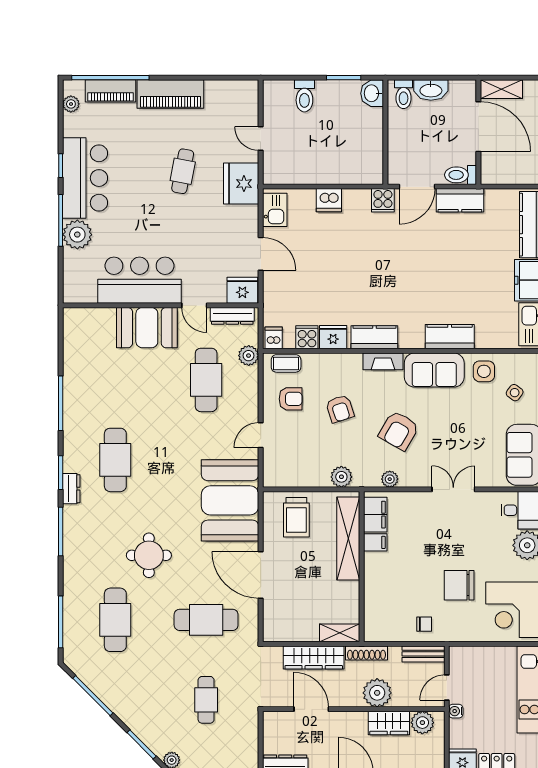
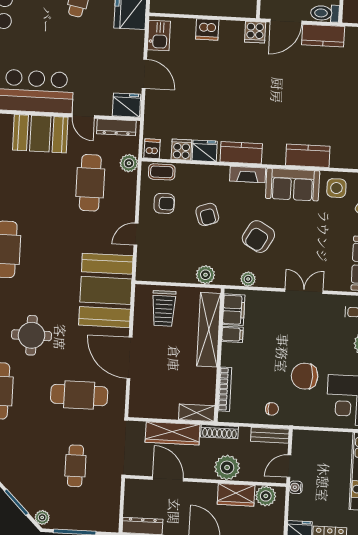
bookcase: (370, 605) -> (225, 389), added

